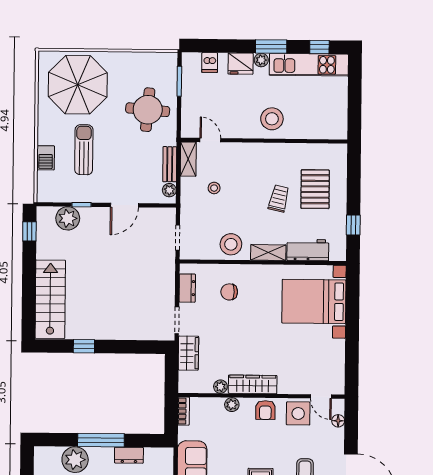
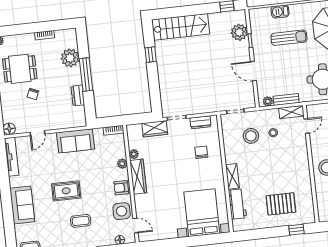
trolley: (279, 199) -> (271, 179), removed
window: (353, 225) -> (296, 230), moved
stool: (231, 244) -> (251, 136), moved
door: (321, 396) -> (135, 226), swing flipped

